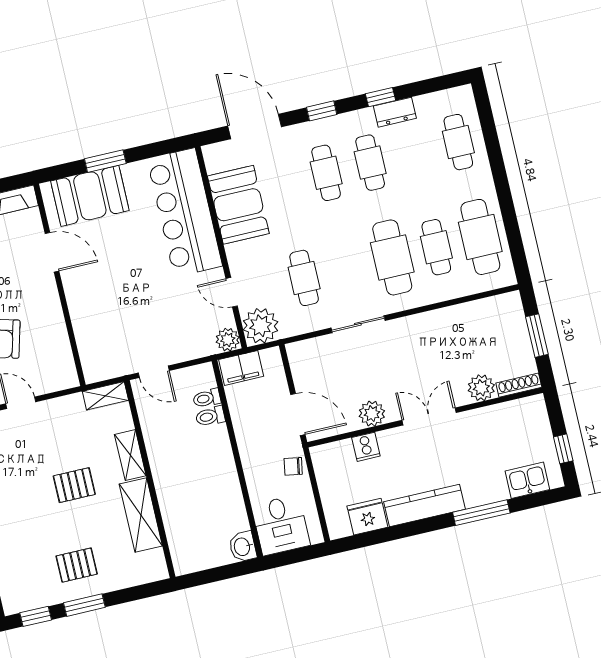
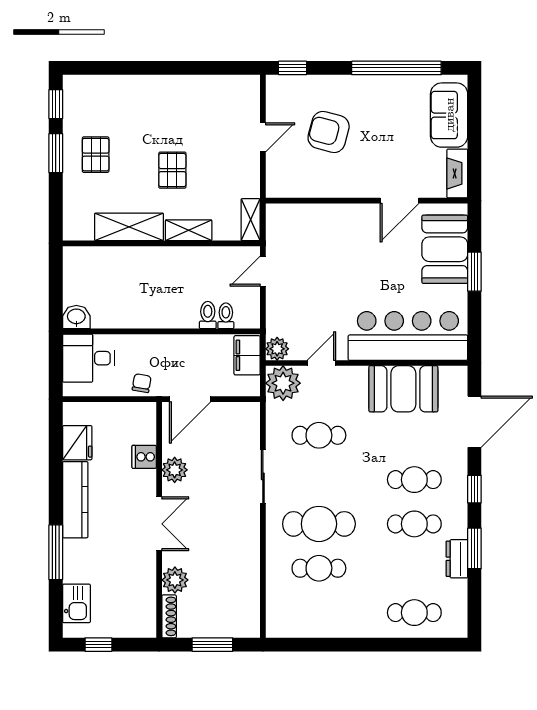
window: (380, 97) -> (474, 548), width x1.50
cafe table: (480, 237) -> (319, 613), removed

